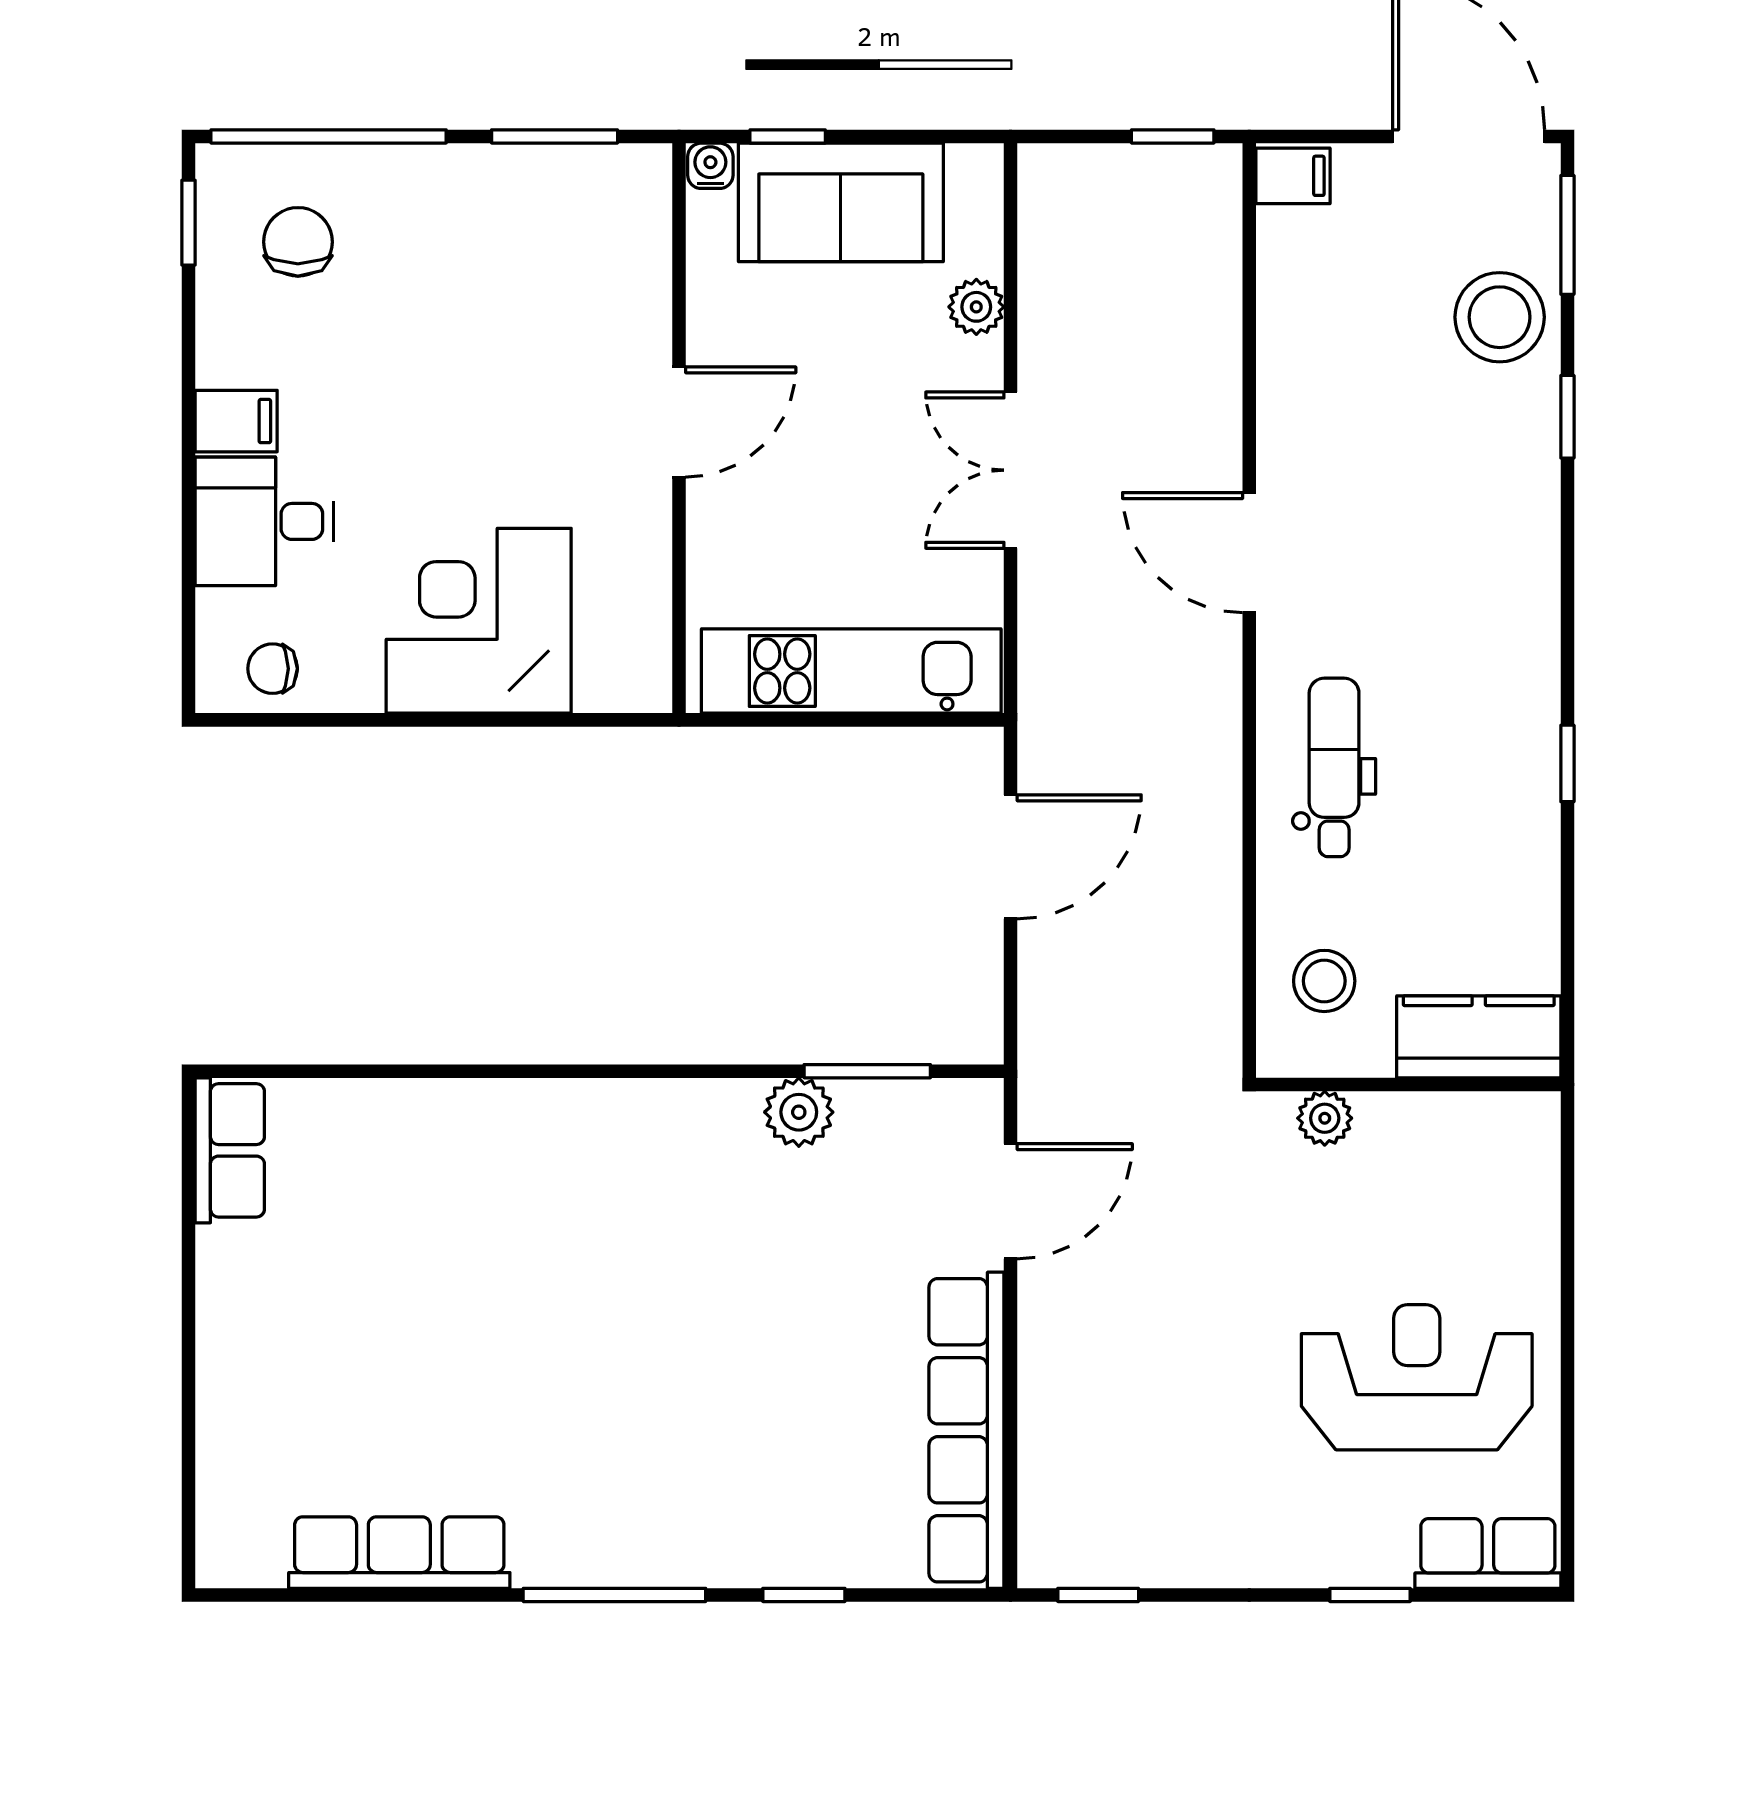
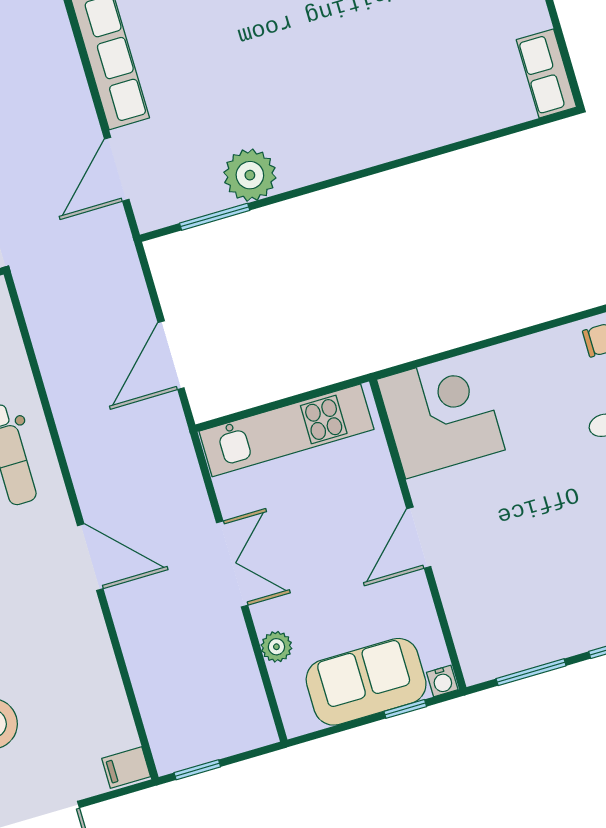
corner desk: (479, 621) -> (441, 415), moved, turned -90
plant: (799, 1112) -> (250, 175), width x1.36, depth x1.36

